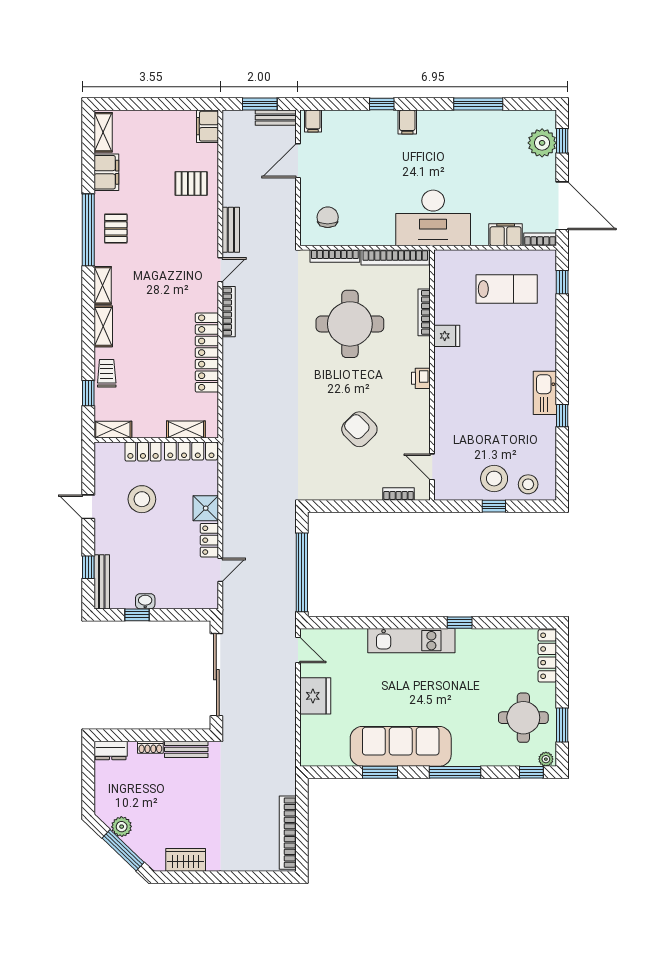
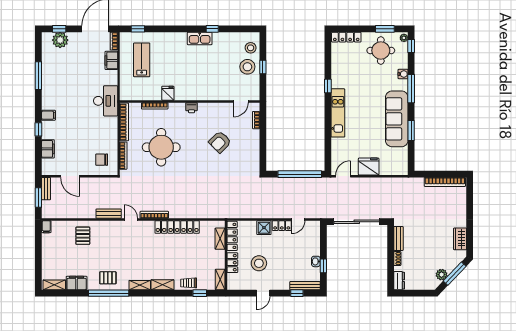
filing cabinet: (313, 121) -> (48, 149), moved, width x2.00
filing cabinet: (207, 126) -> (46, 227), width x0.50
desk: (433, 218) -> (106, 101), width x0.73, depth x0.77
door: (220, 570) -> (298, 220), swing flipped
water cooler: (481, 758) -> (403, 74), added

